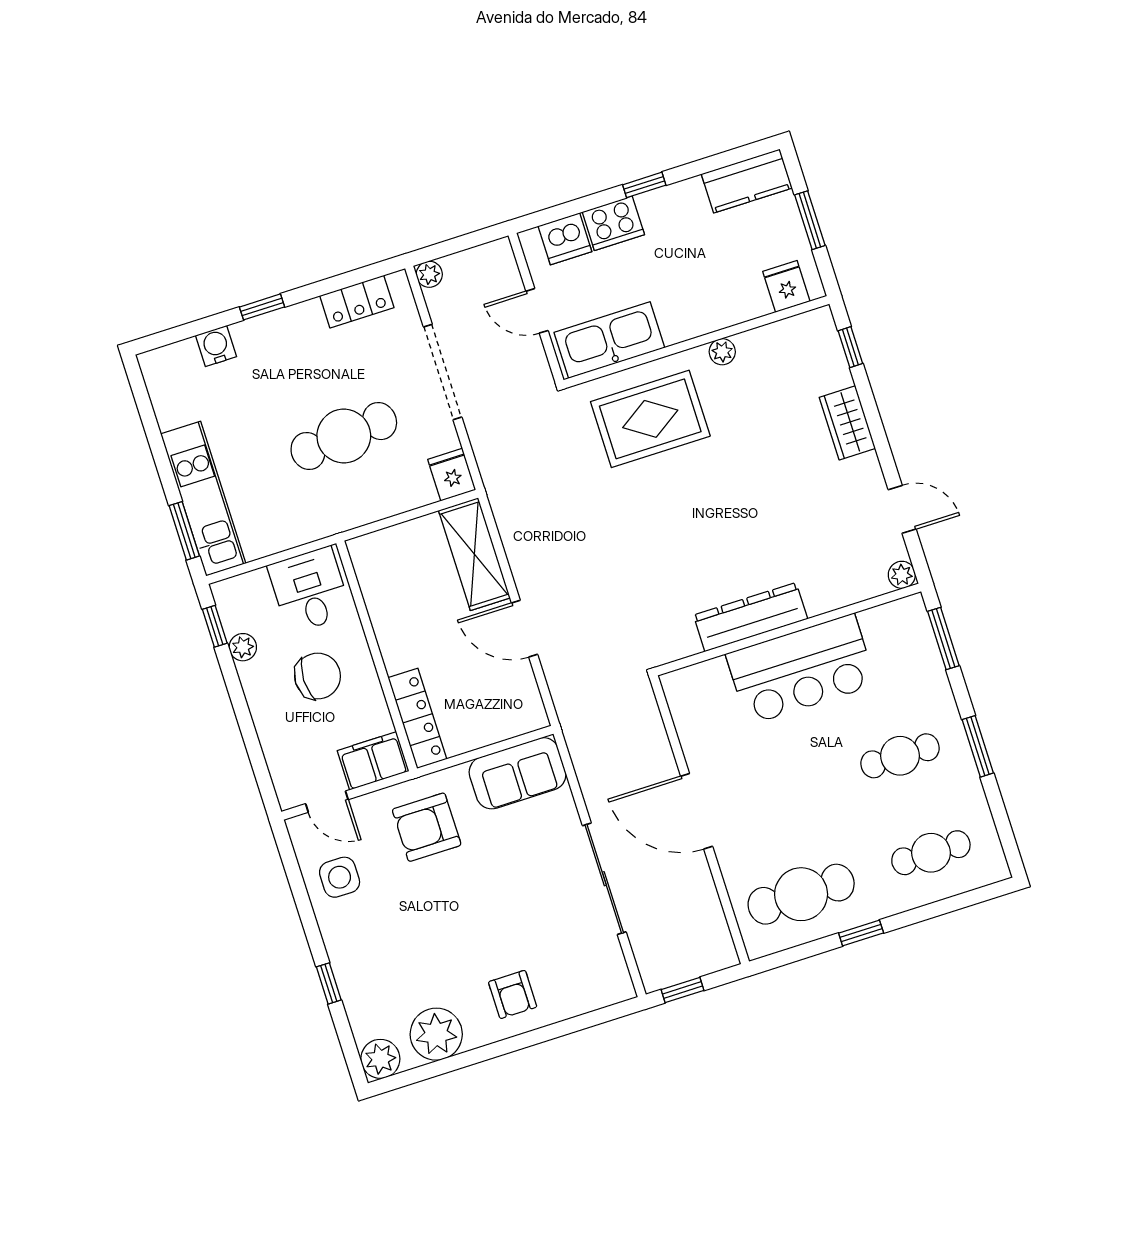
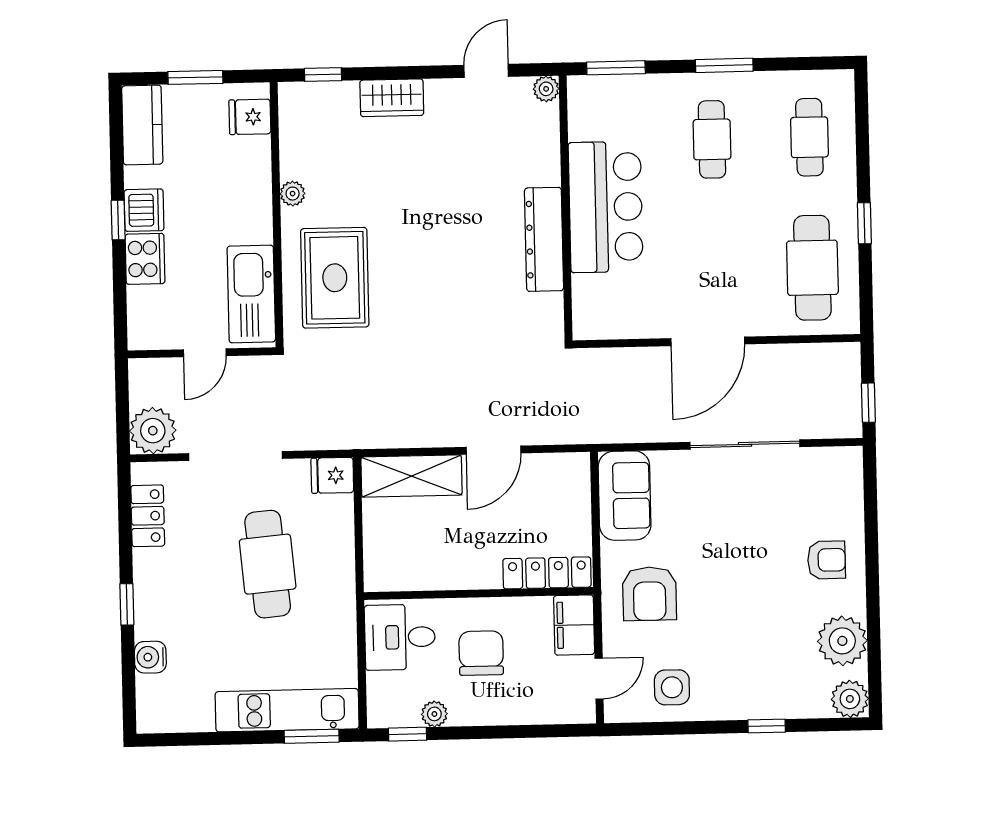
dishwasher: (565, 239) -> (144, 210), moved
plant: (429, 274) -> (153, 431), width x1.88, depth x1.88

